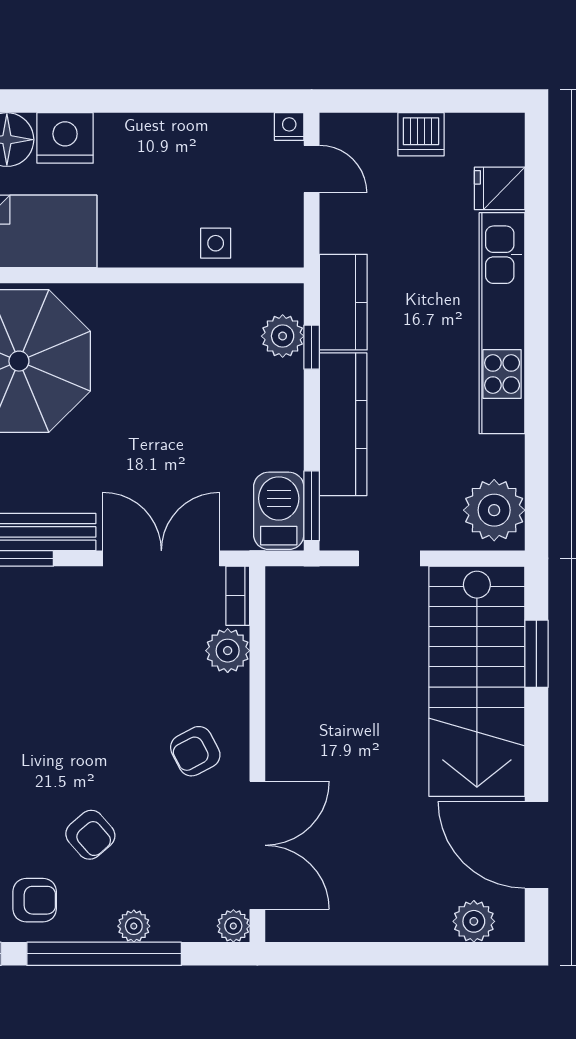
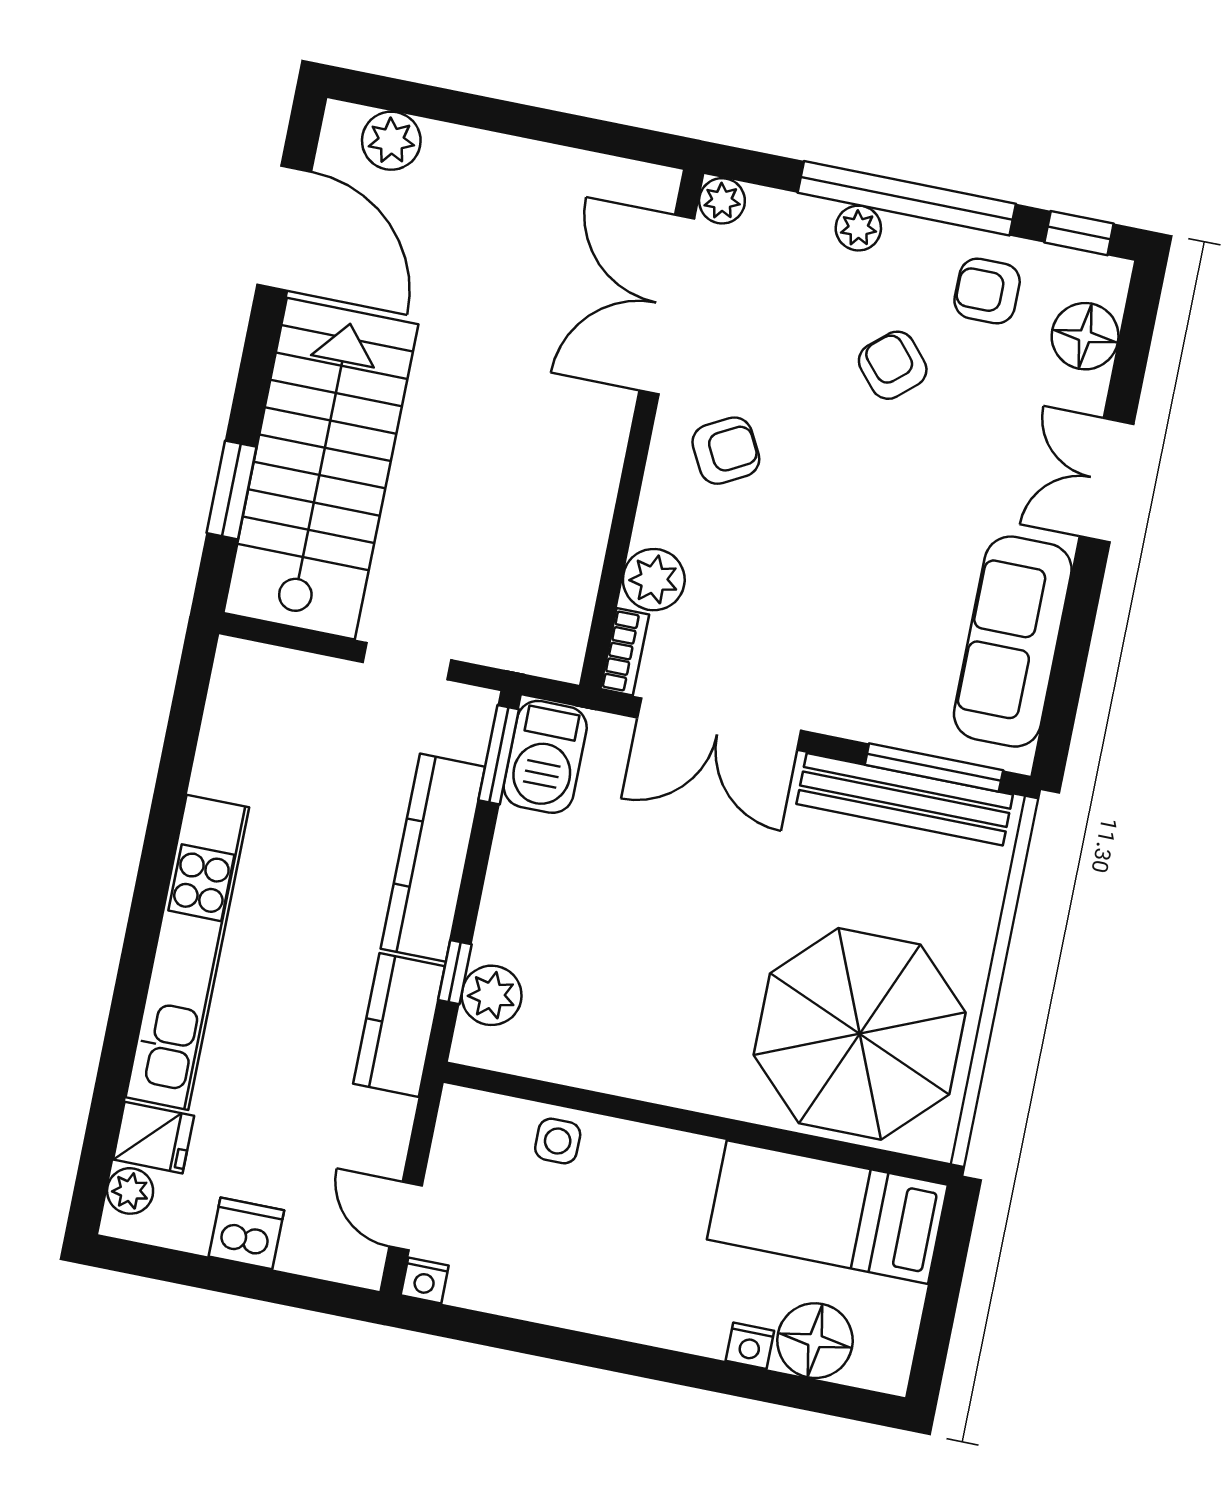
nightstand: (65, 138) -> (750, 1346), width x0.53, depth x0.56
plant: (494, 510) -> (130, 1191), moved, width x0.53, depth x0.53

